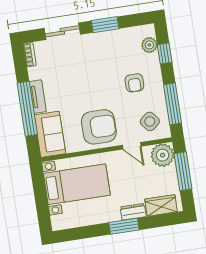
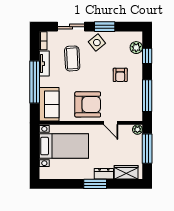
coffee table: (70, 71) -> (72, 58), added
tv unit: (38, 97) -> (44, 64), moved
side table: (150, 121) -> (97, 43), moved
plant: (163, 155) -> (137, 130), width x0.53, depth x0.53

